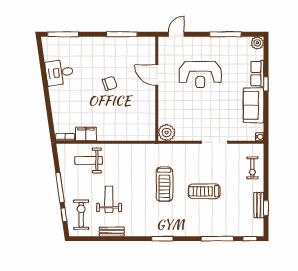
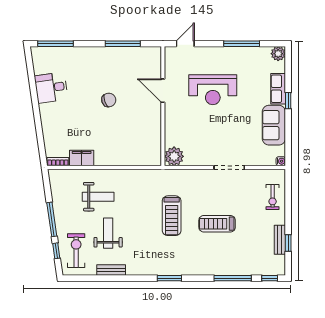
weight bench: (89, 160) -> (98, 197), moved, turned 180

